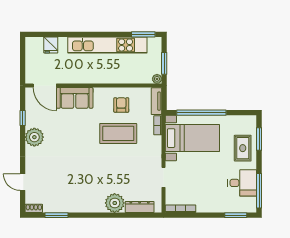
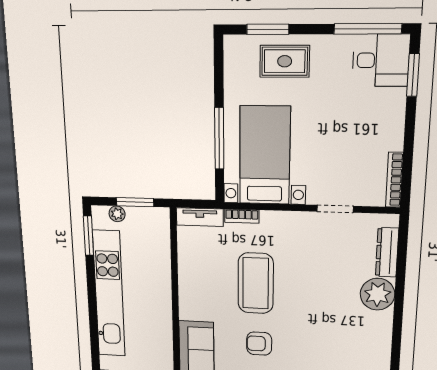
plant: (157, 79) -> (117, 214), moved
armchair: (121, 105) -> (259, 344), moved
window: (201, 113) -> (219, 139), width x0.68
desk: (242, 183) -> (381, 60), moved, turned 90

